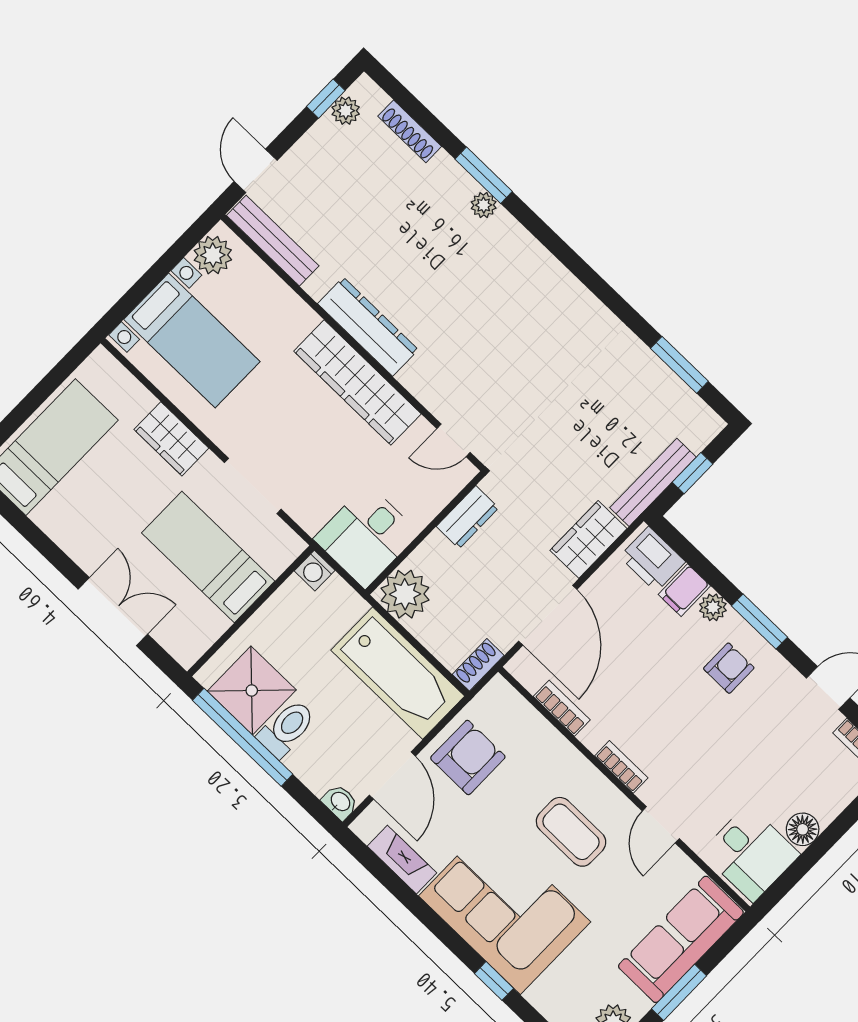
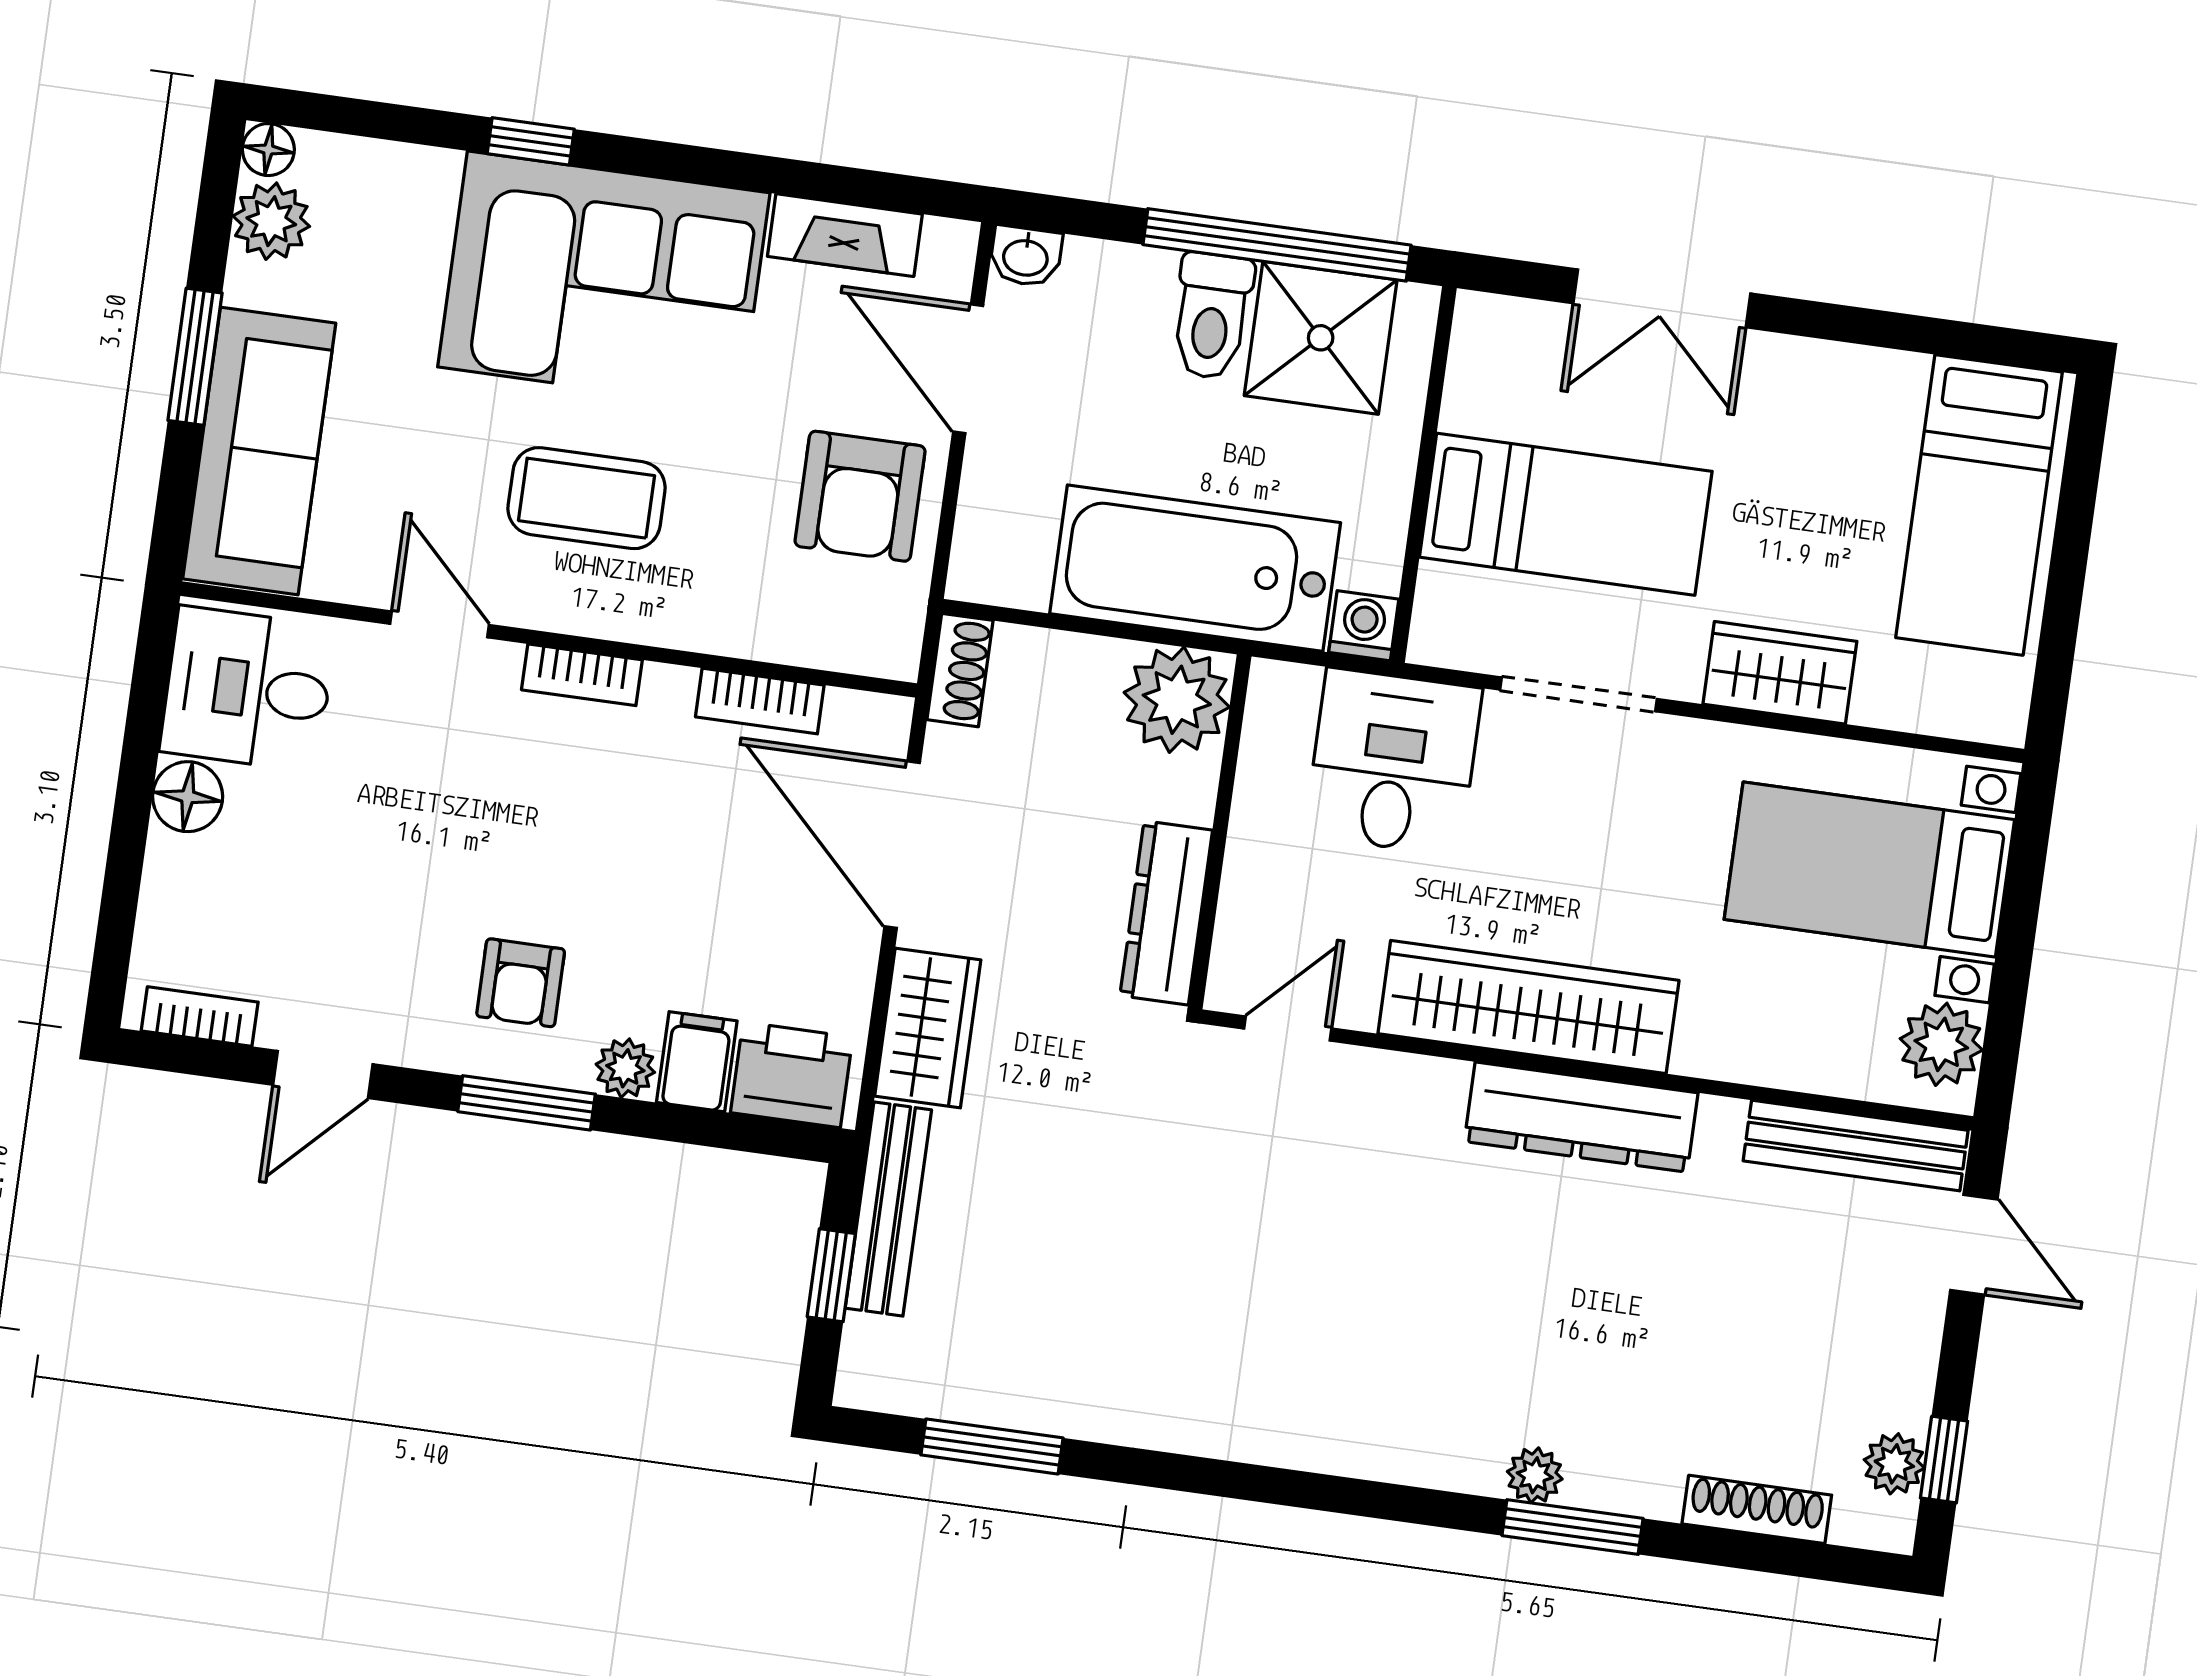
dresser: (467, 517) -> (1166, 913), width x1.44
desk: (366, 536) -> (1393, 762), moved
bathtub: (398, 673) -> (1195, 568), moved

